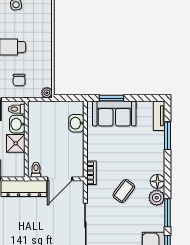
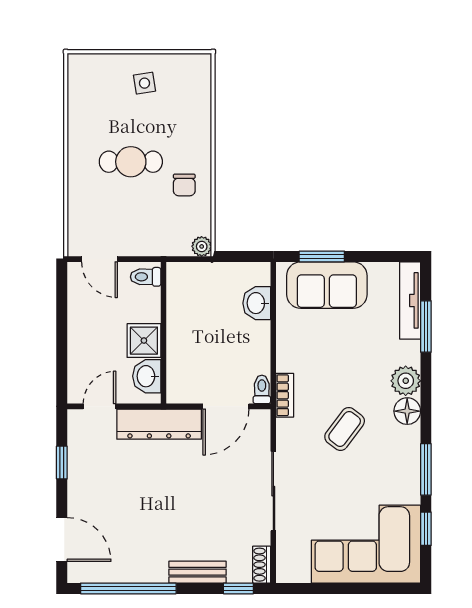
chair: (19, 80) -> (184, 185), moved
tv unit: (159, 116) -> (410, 300), width x1.41
washbasin: (17, 124) -> (147, 376), moved
toilet: (36, 170) -> (262, 389), moved
plant: (157, 198) -> (406, 381), moved

